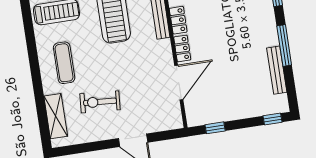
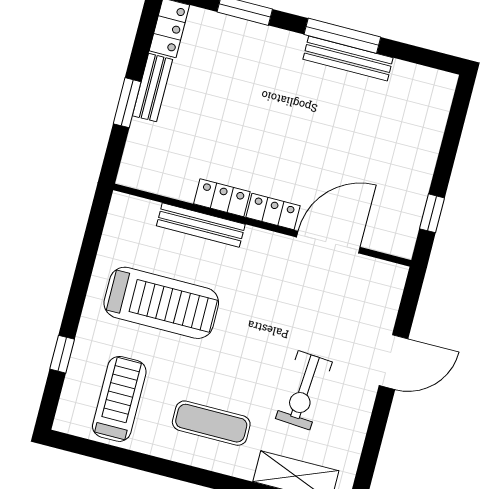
bench: (277, 70) -> (348, 58), moved
door: (179, 82) -> (328, 242), hinge flipped
window: (273, 119) -> (459, 109), removed

